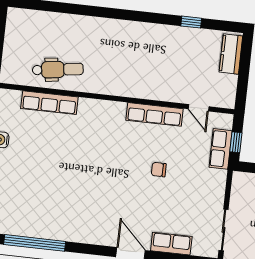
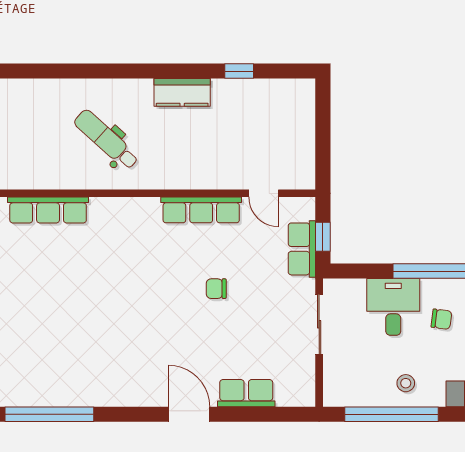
kitchen counter: (231, 54) -> (182, 92), moved, turned -90
dental chair: (58, 70) -> (106, 140), moved, turned -130
sliding door: (224, 230) -> (319, 324), moved

